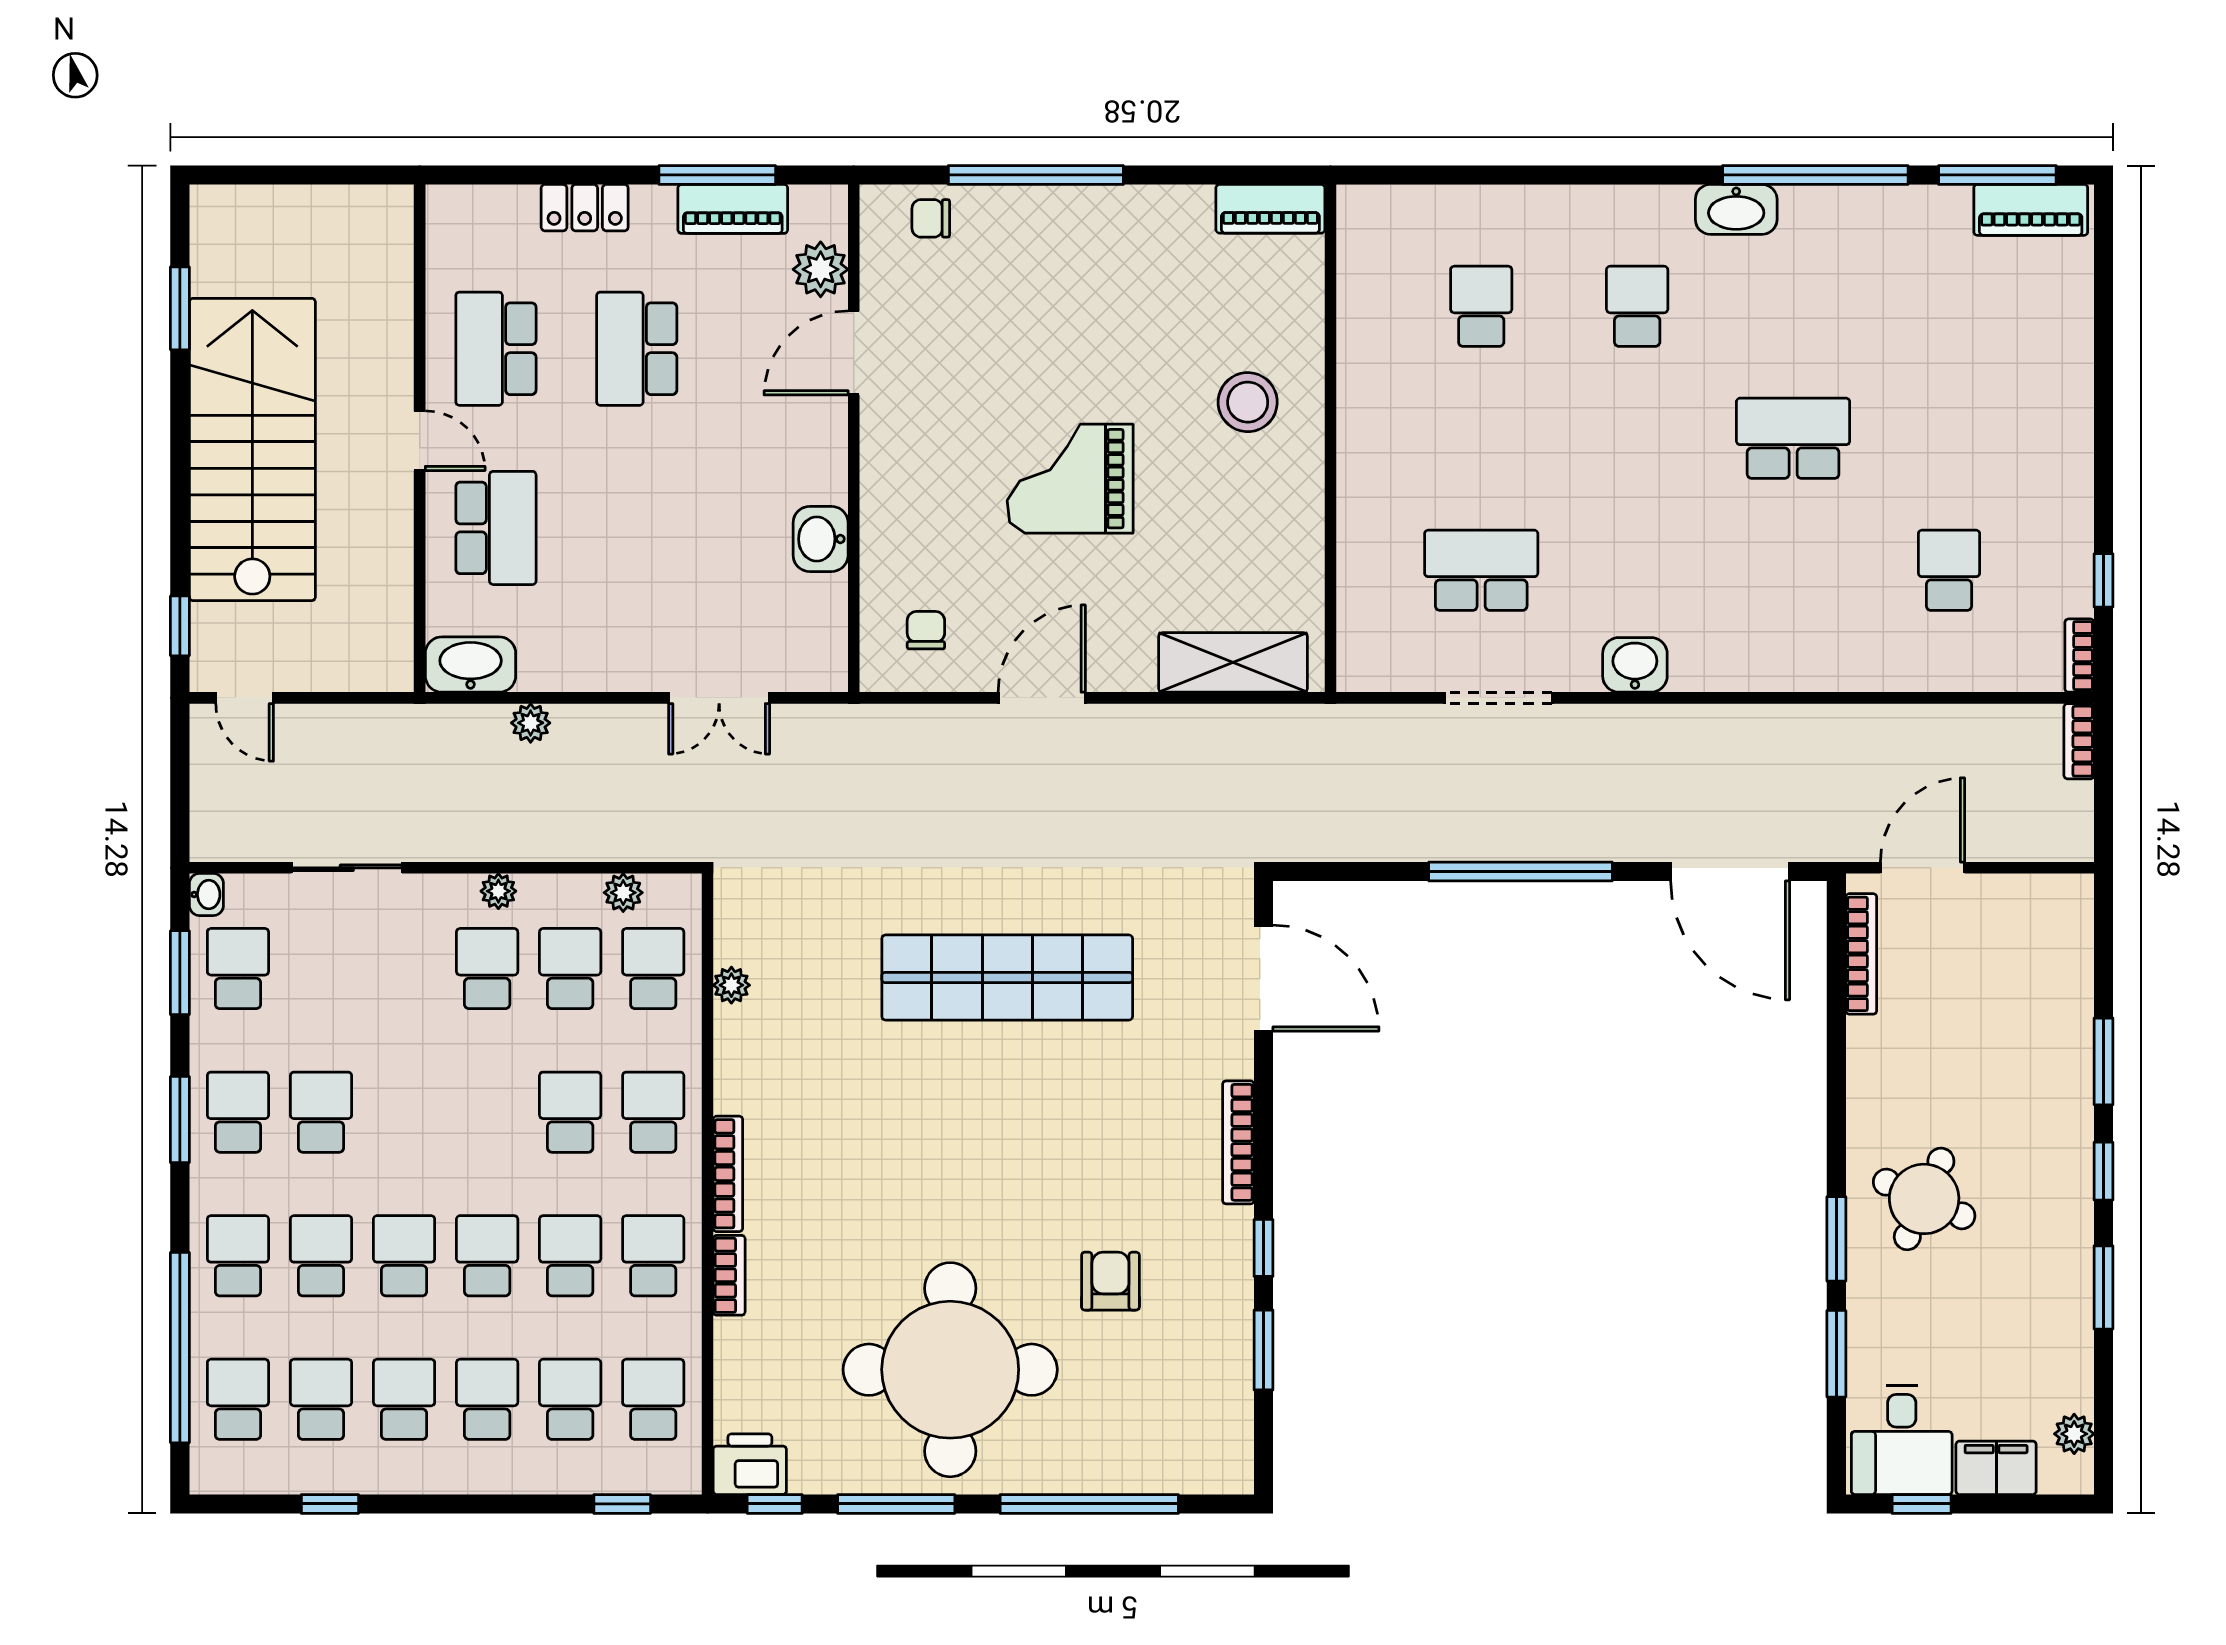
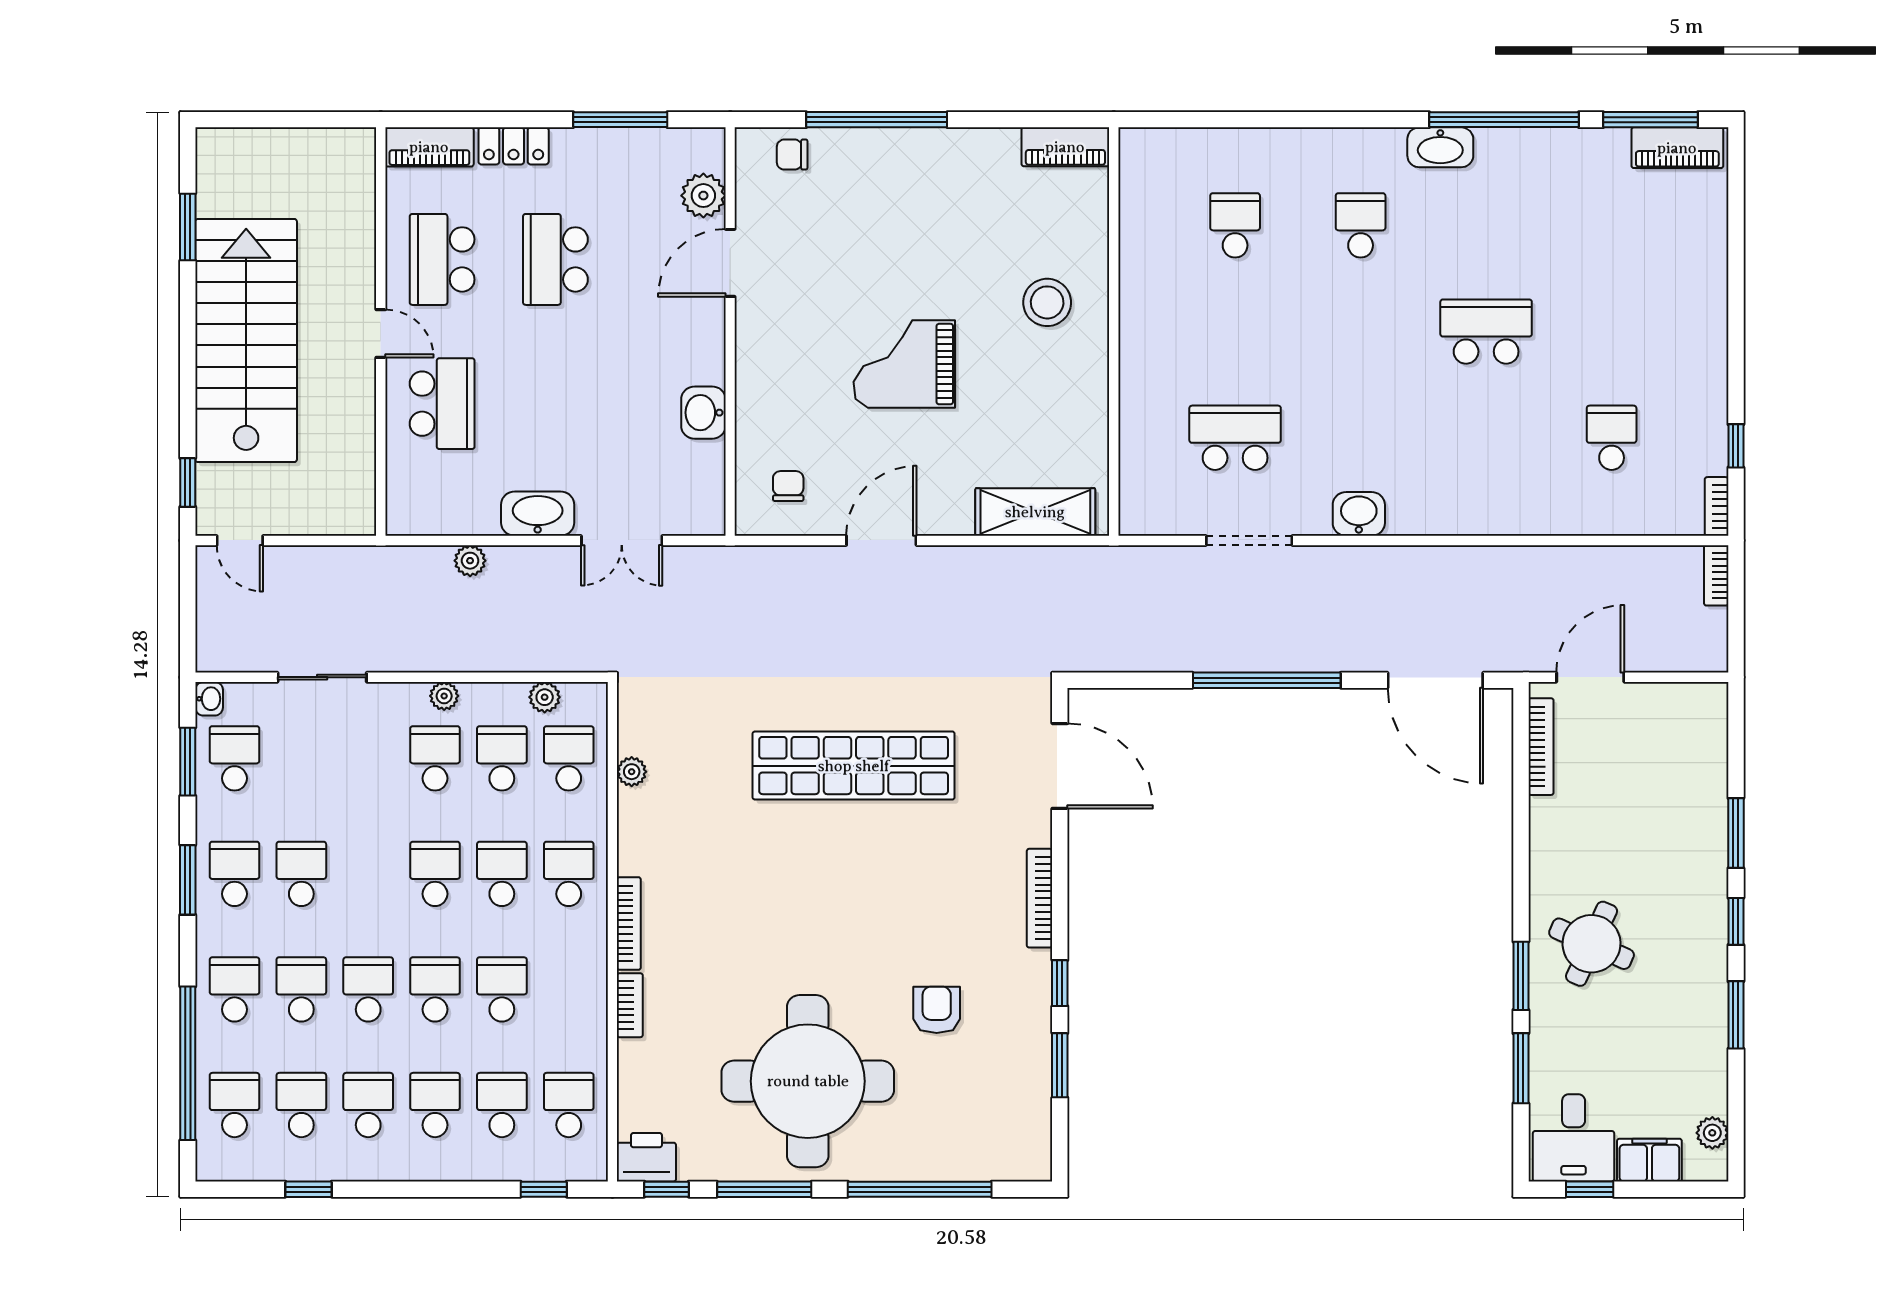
piano: (733, 209) -> (429, 147), moved
washbasin: (471, 665) -> (538, 514), moved
school desk: (653, 1256) -> (435, 874), moved

